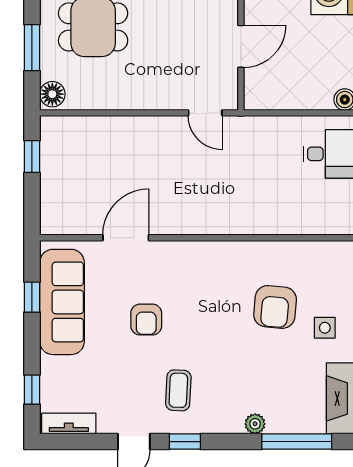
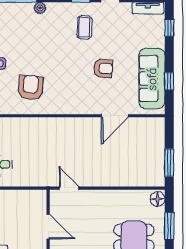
door: (241, 46) -> (48, 227), swing flipped
window: (32, 157) -> (169, 163), width x1.50
armchair: (275, 307) -> (31, 88), moved
armchair: (146, 320) -> (103, 68), turned 94

